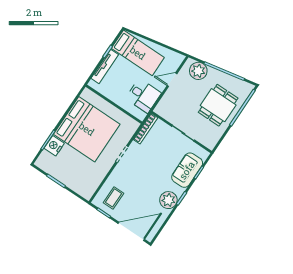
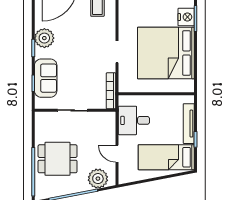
door: (172, 80) -> (117, 154), swing flipped
dining table: (218, 105) -> (58, 159), turned 90

